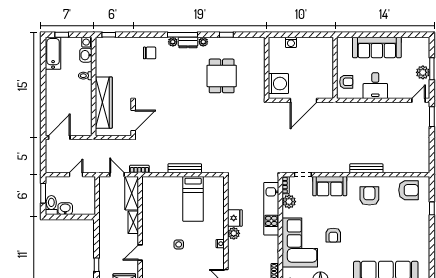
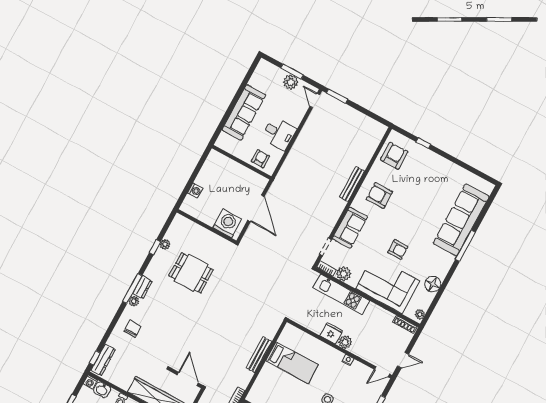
plant: (203, 42) -> (165, 244), moved
dresser: (111, 43) -> (103, 360), added

